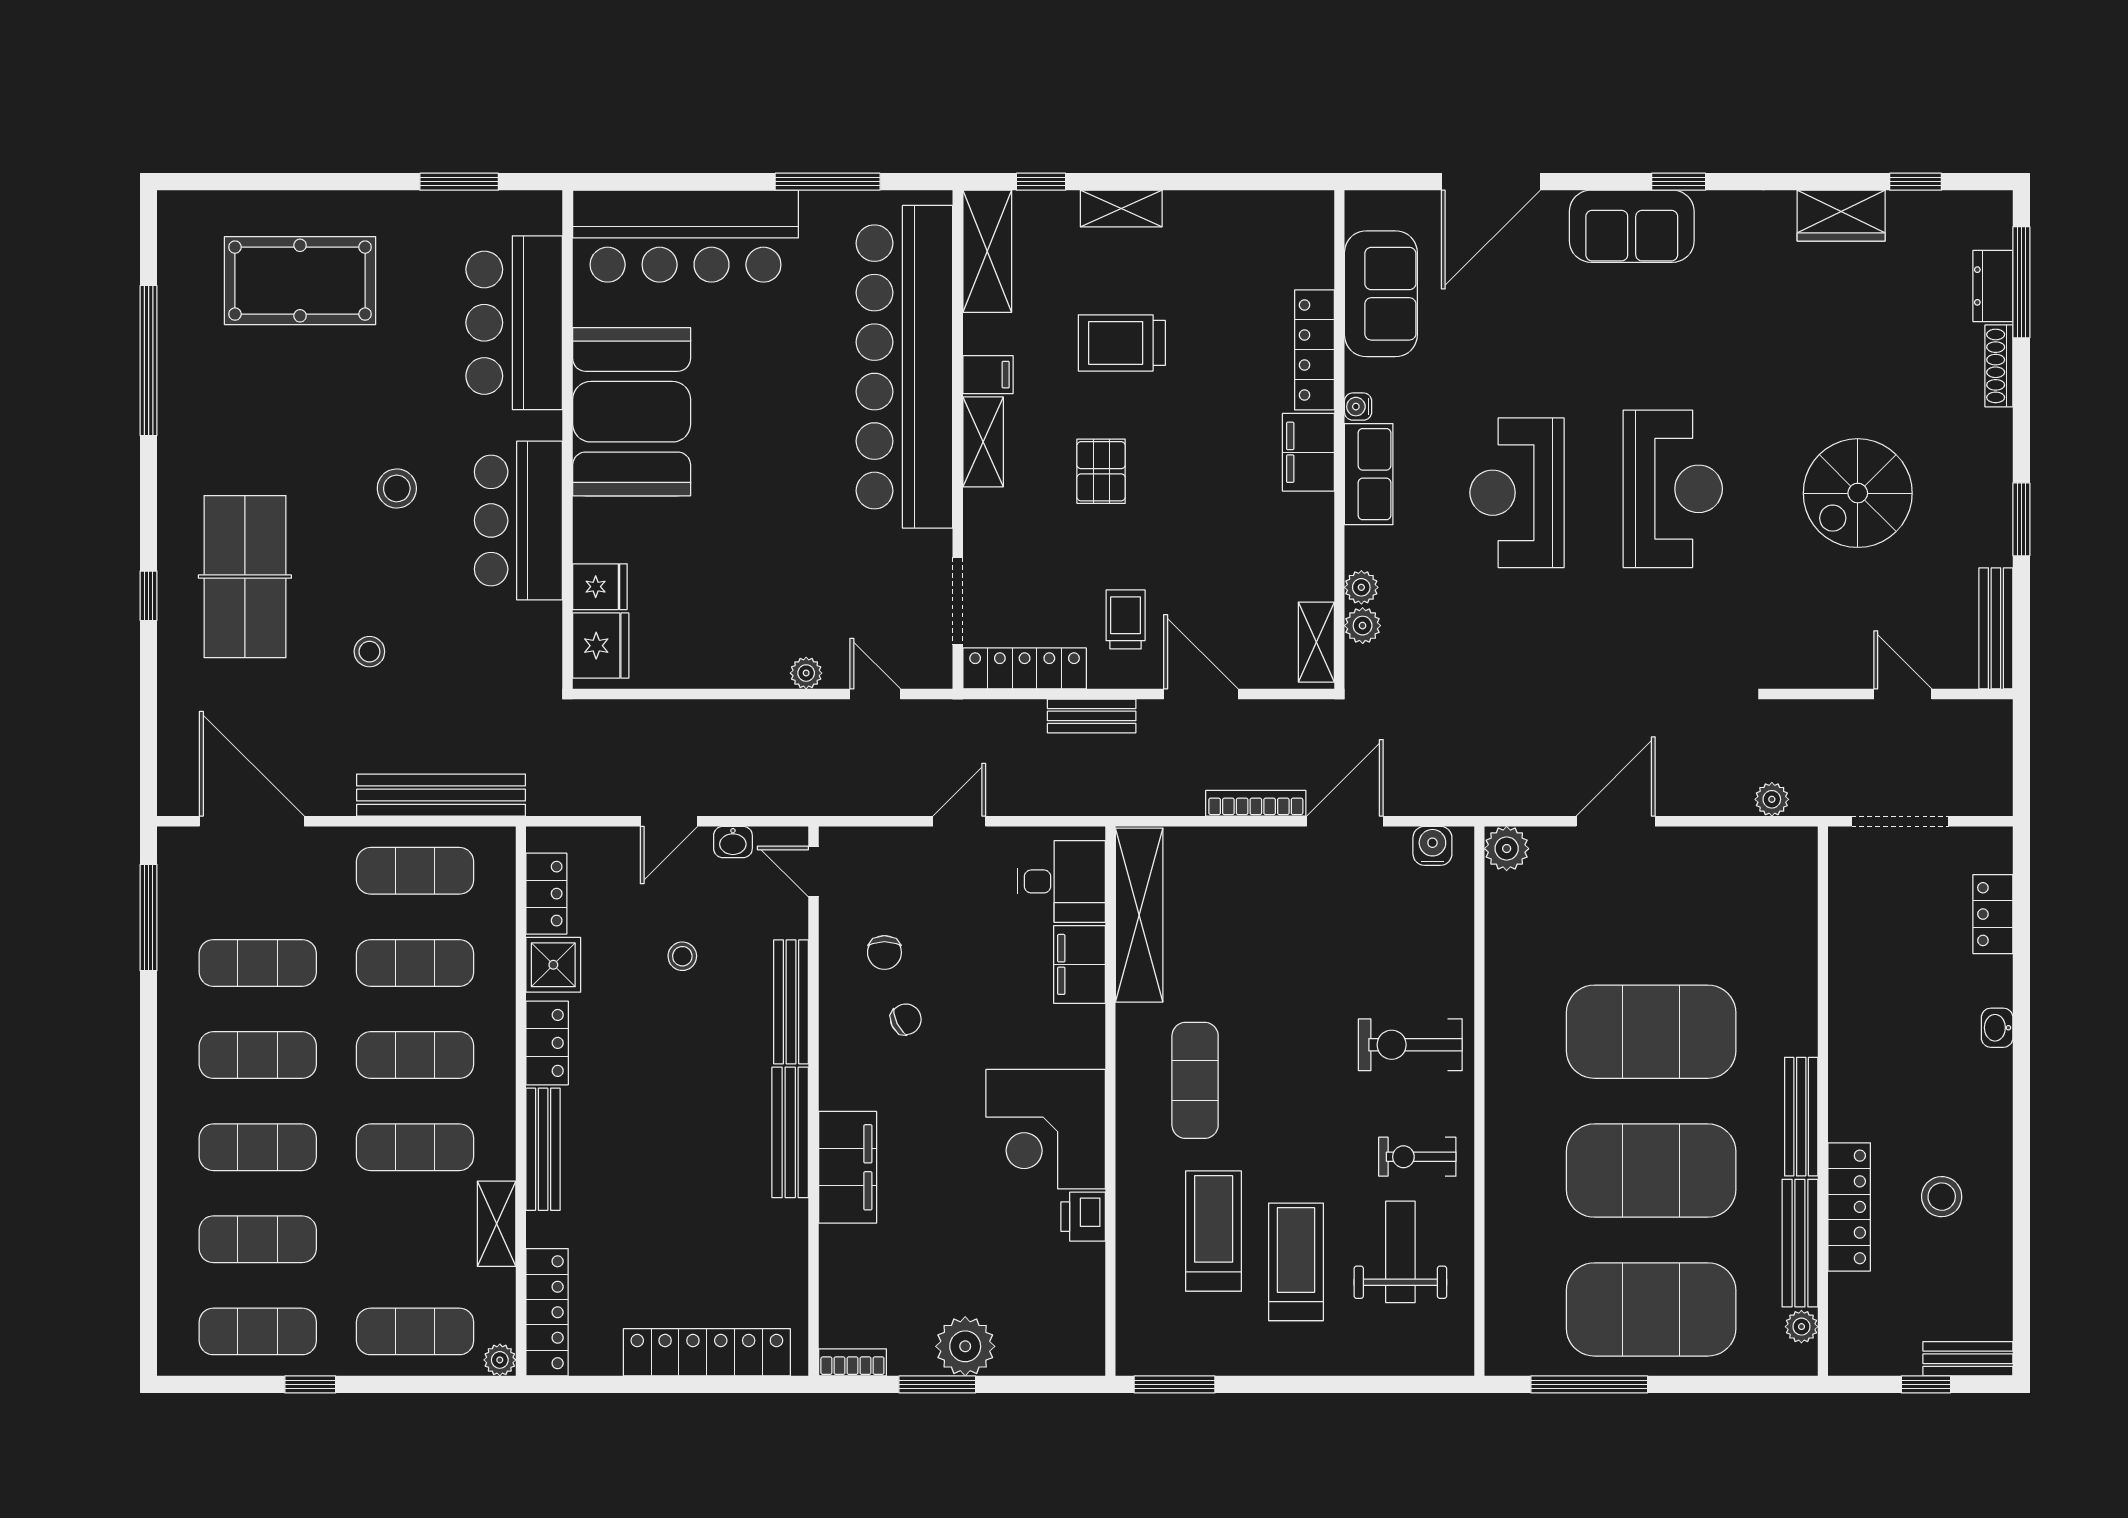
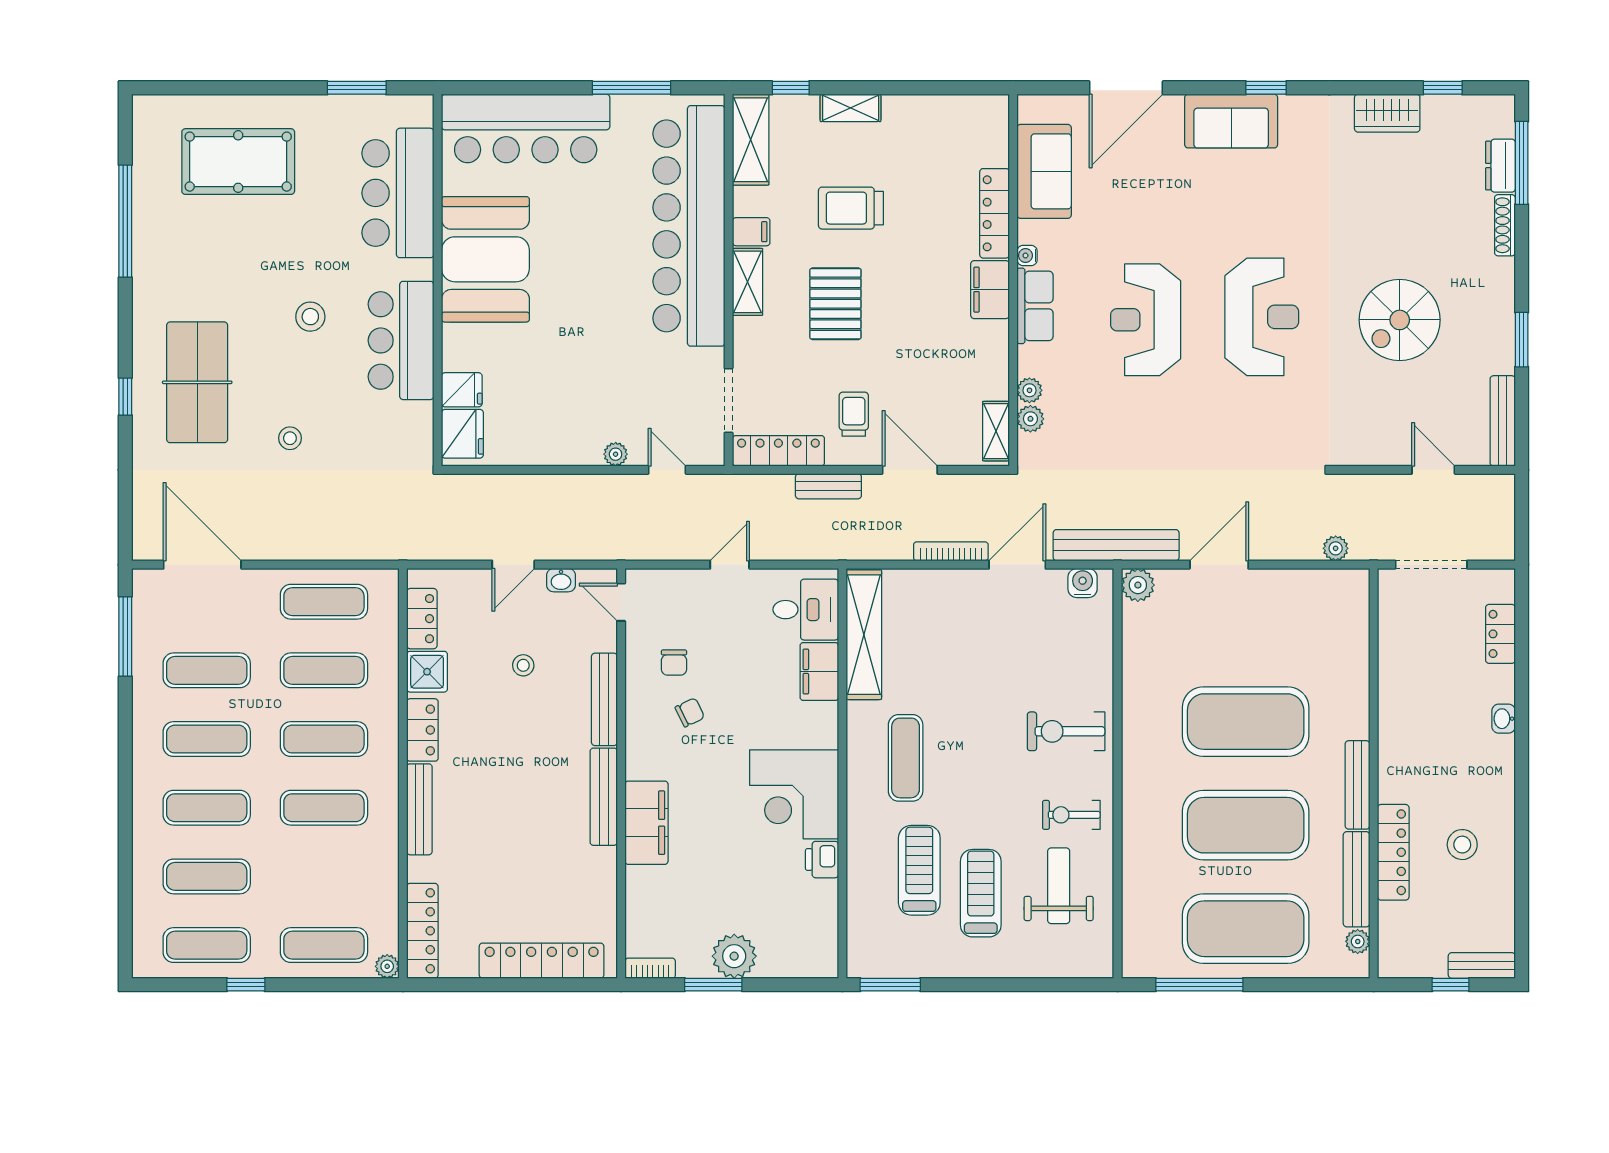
pallet: (1101, 471) -> (835, 304), width x1.50, depth x1.42
bench: (441, 795) -> (1116, 545), moved
shelving: (497, 1224) -> (385, 865), removed

